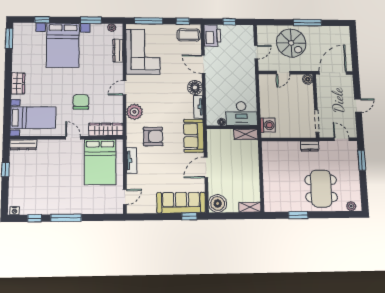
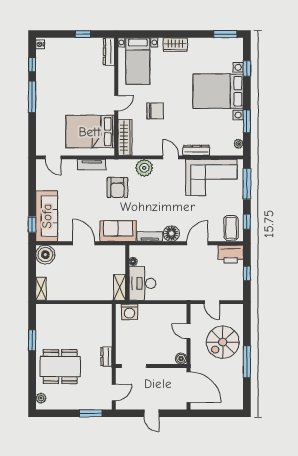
dresser: (118, 51) -> (196, 150), moved

